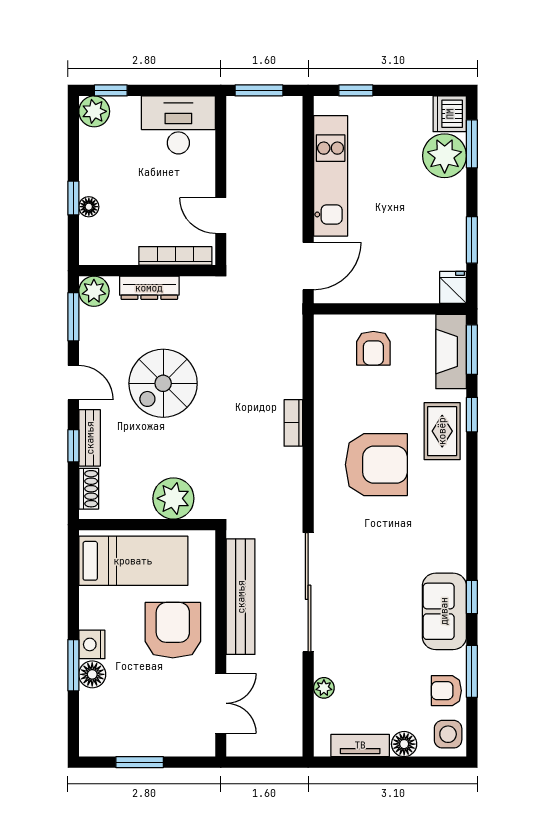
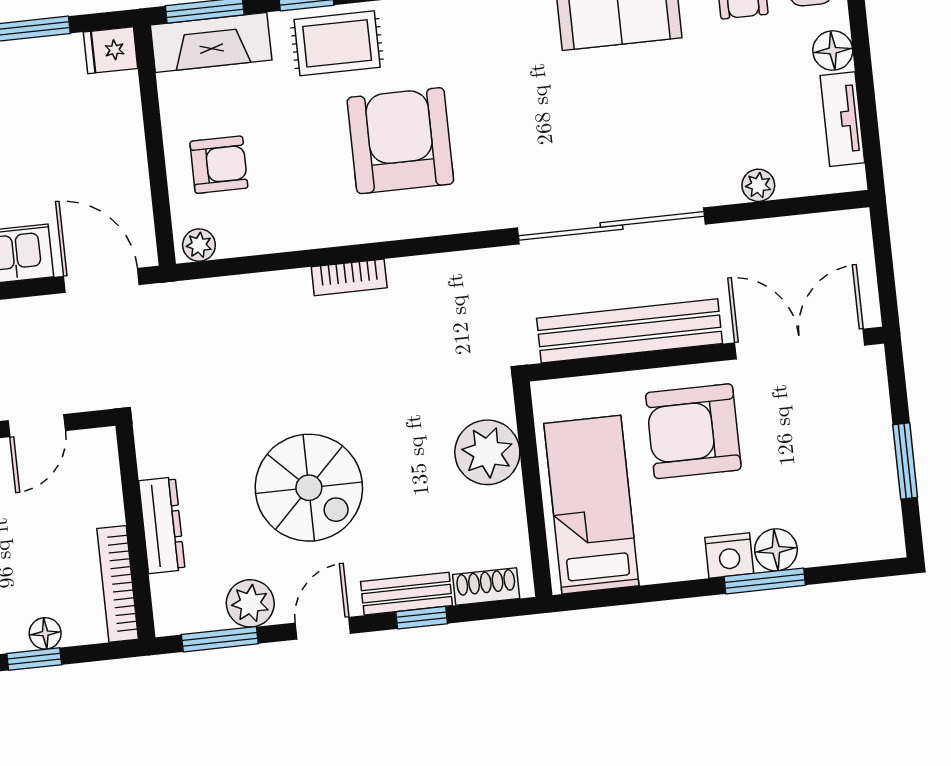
bookcase: (175, 256) -> (118, 584), moved
plant: (94, 291) -> (250, 603), moved
plant: (324, 330) -> (199, 245), added
double door: (221, 703) -> (800, 344), width x1.37

